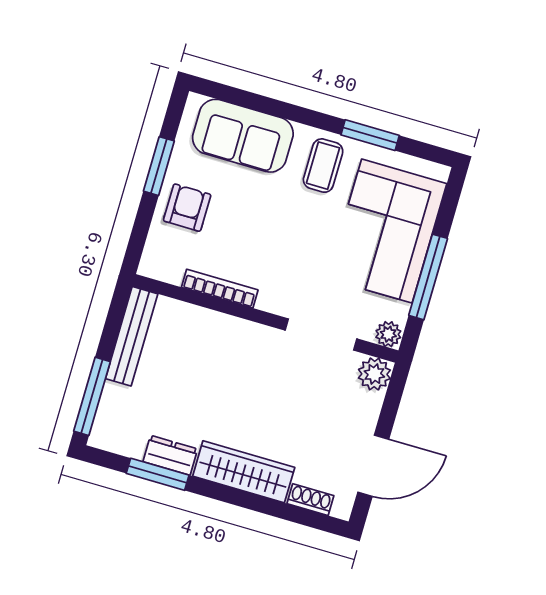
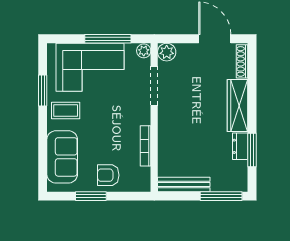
shoe rack: (310, 500) -> (242, 61), width x1.43

